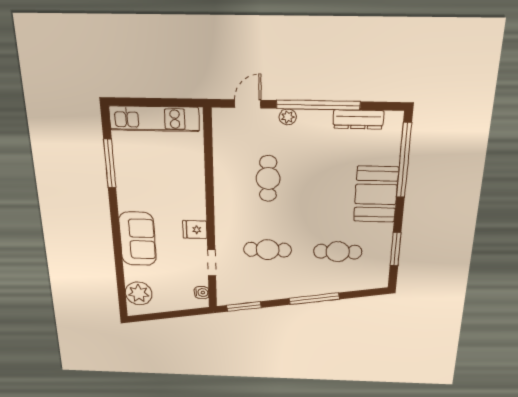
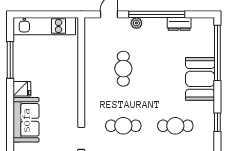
dresser: (358, 119) -> (179, 24), width x0.70
fridge: (195, 230) -> (22, 89), moved, turned 180
window: (396, 249) -> (217, 122), width x0.67

